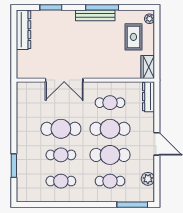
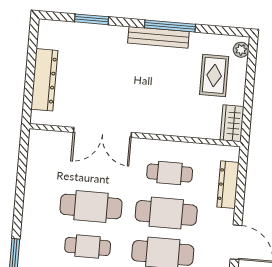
dresser: (24, 30) -> (44, 80), moved
dresser: (149, 97) -> (228, 185), moved

